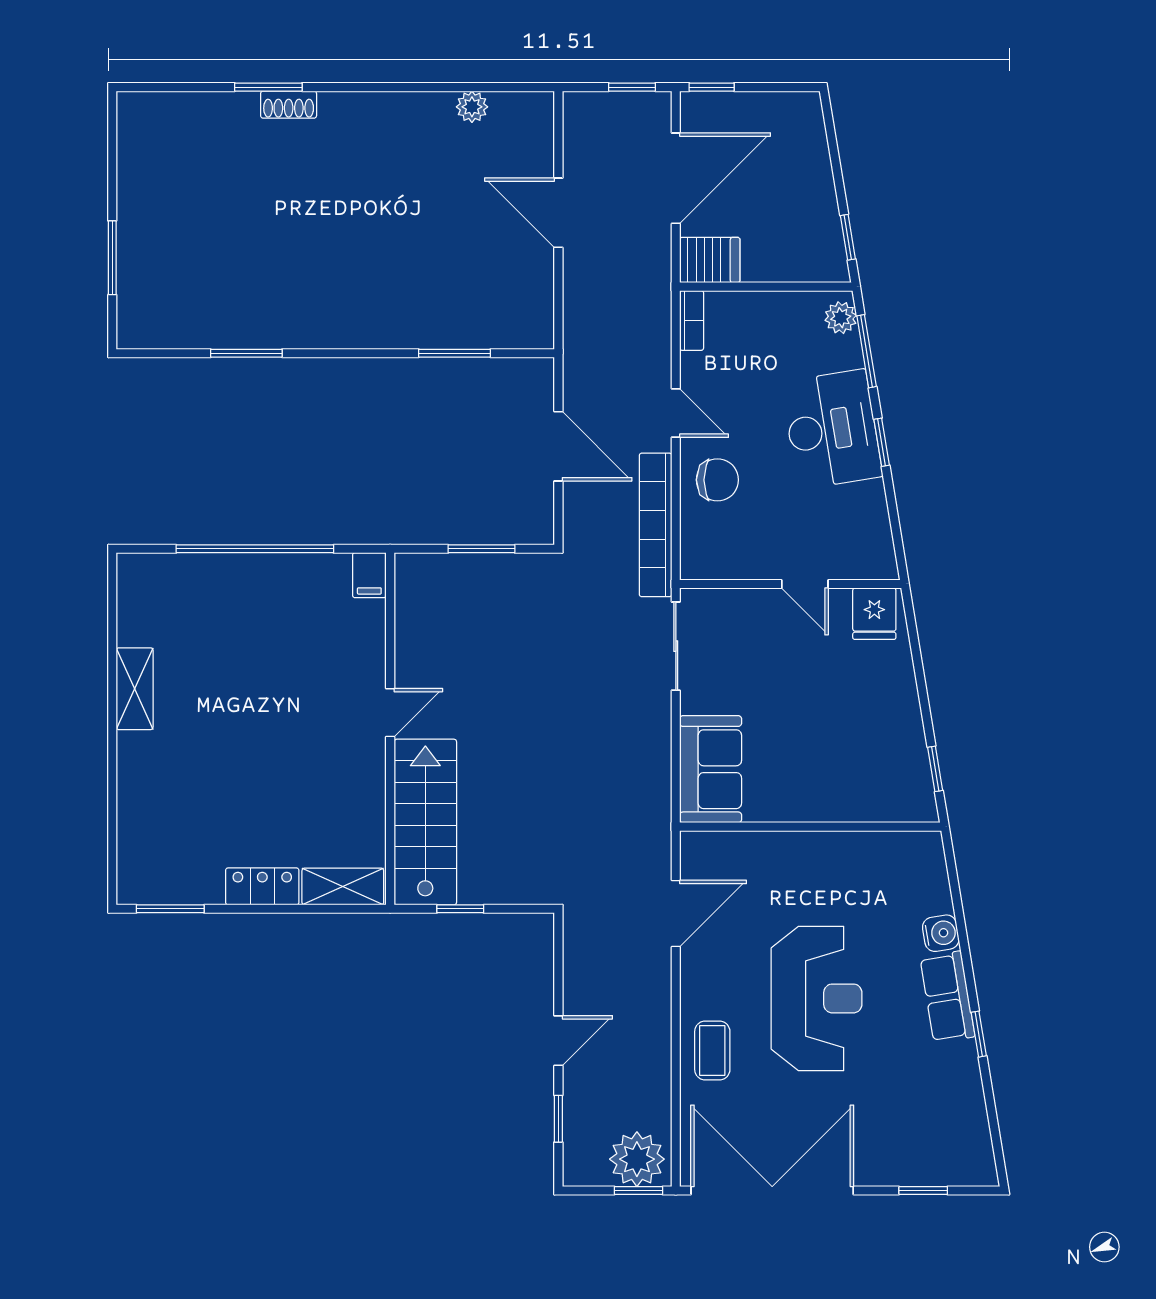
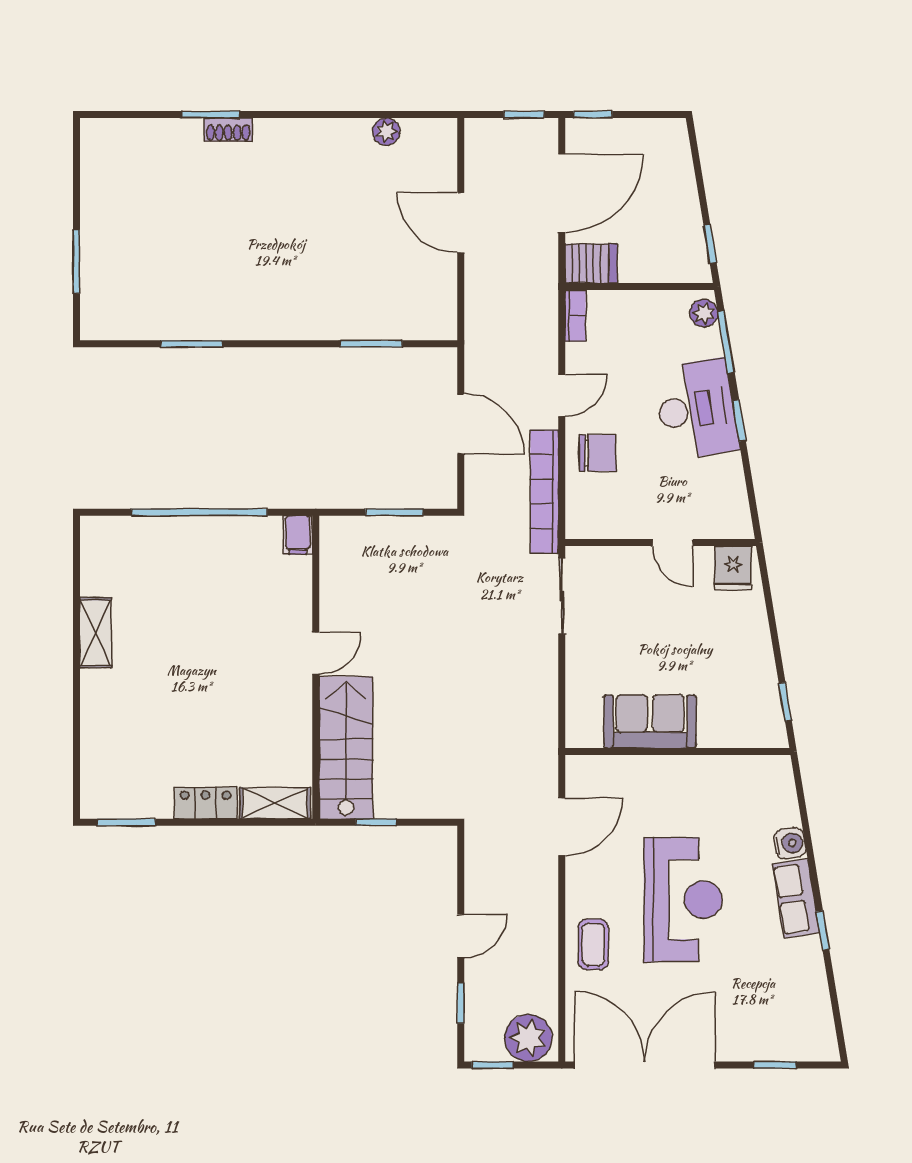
door: (676, 413) -> (562, 395), hinge flipped
sofa: (711, 769) -> (650, 722), moved, turned -90
window: (638, 1190) -> (492, 1065), moved

